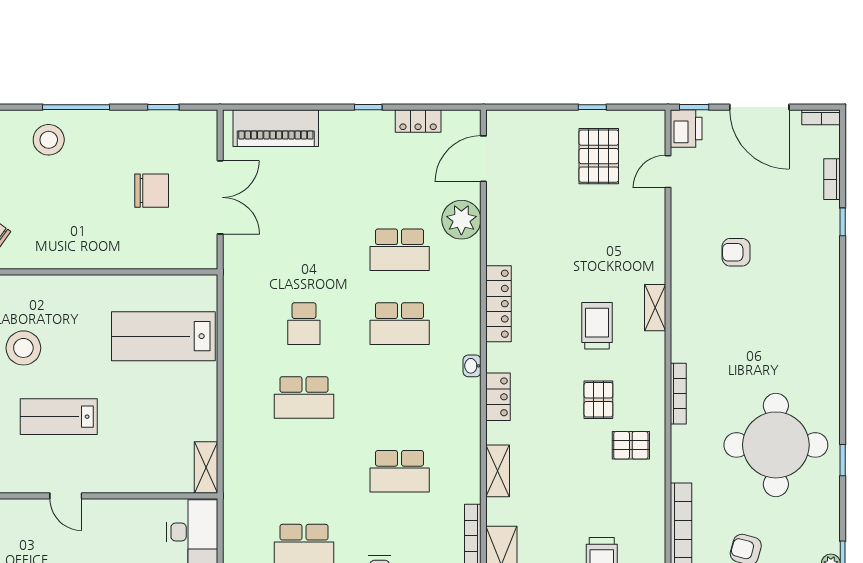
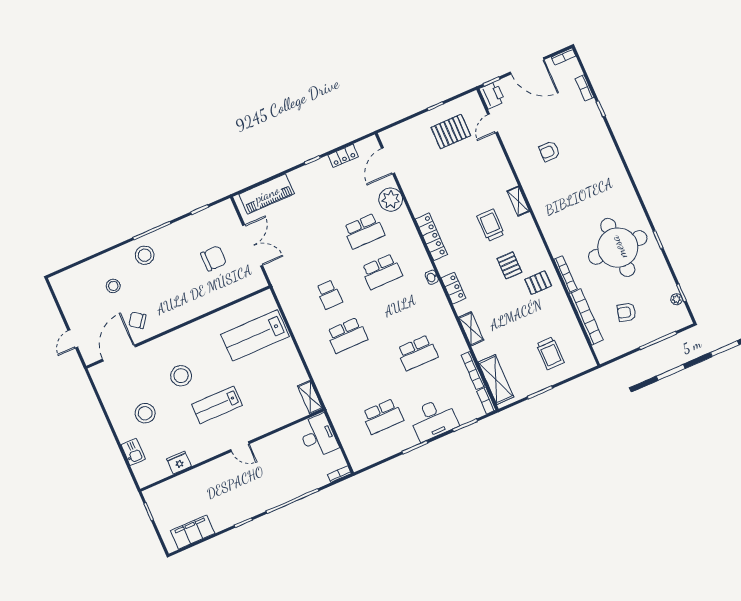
pallet: (599, 156) -> (451, 131), turned 90
bookcase: (678, 394) -> (565, 274), moved

